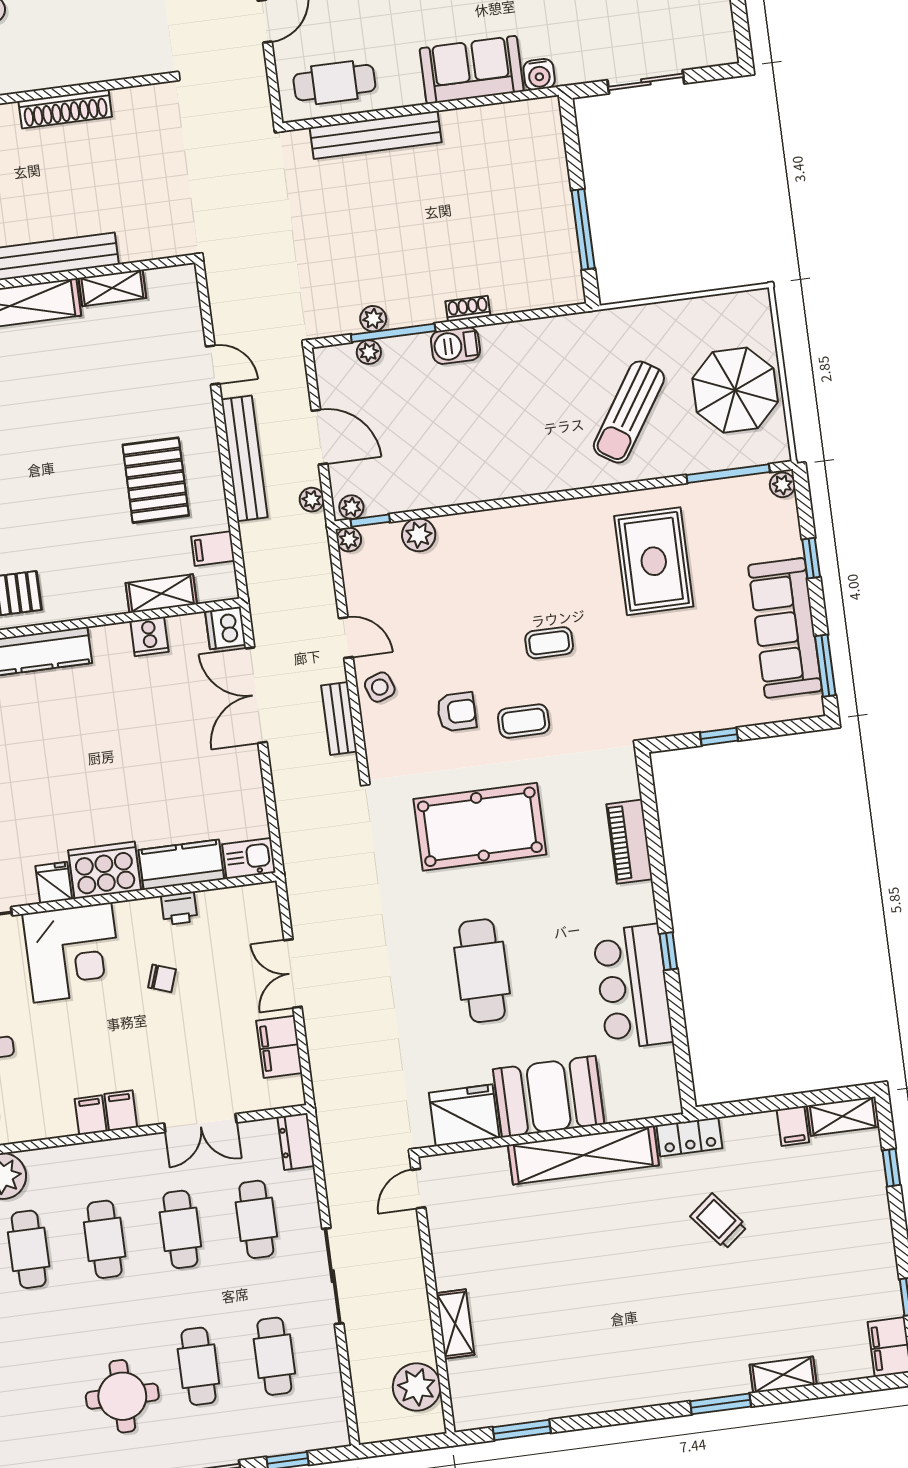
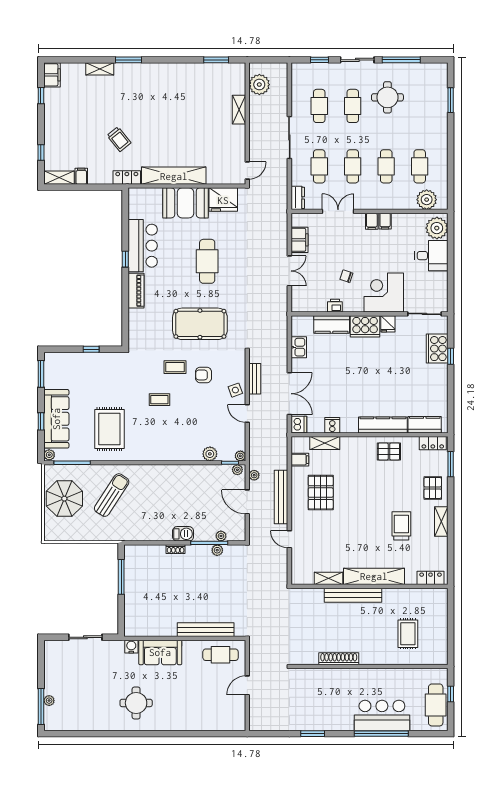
sofa: (785, 628) -> (56, 419), moved
piano: (629, 842) -> (136, 291), moved
kitchen sink: (249, 858) -> (299, 347), moved, turned -90

